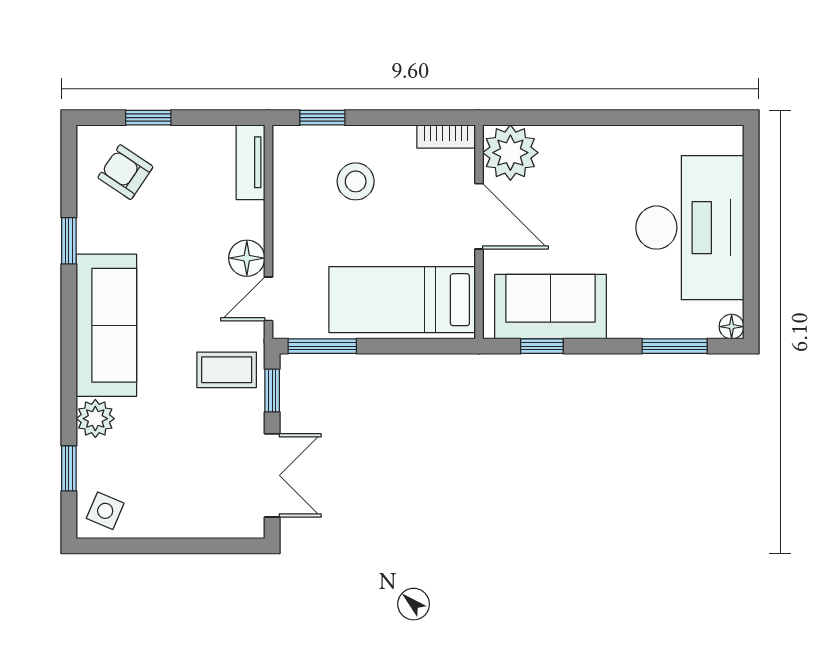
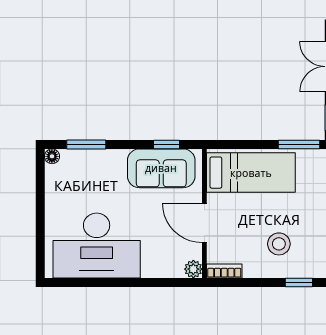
plant: (510, 153) -> (193, 269), width x0.53, depth x0.53
desk: (690, 228) -> (97, 246), moved, turned -90

